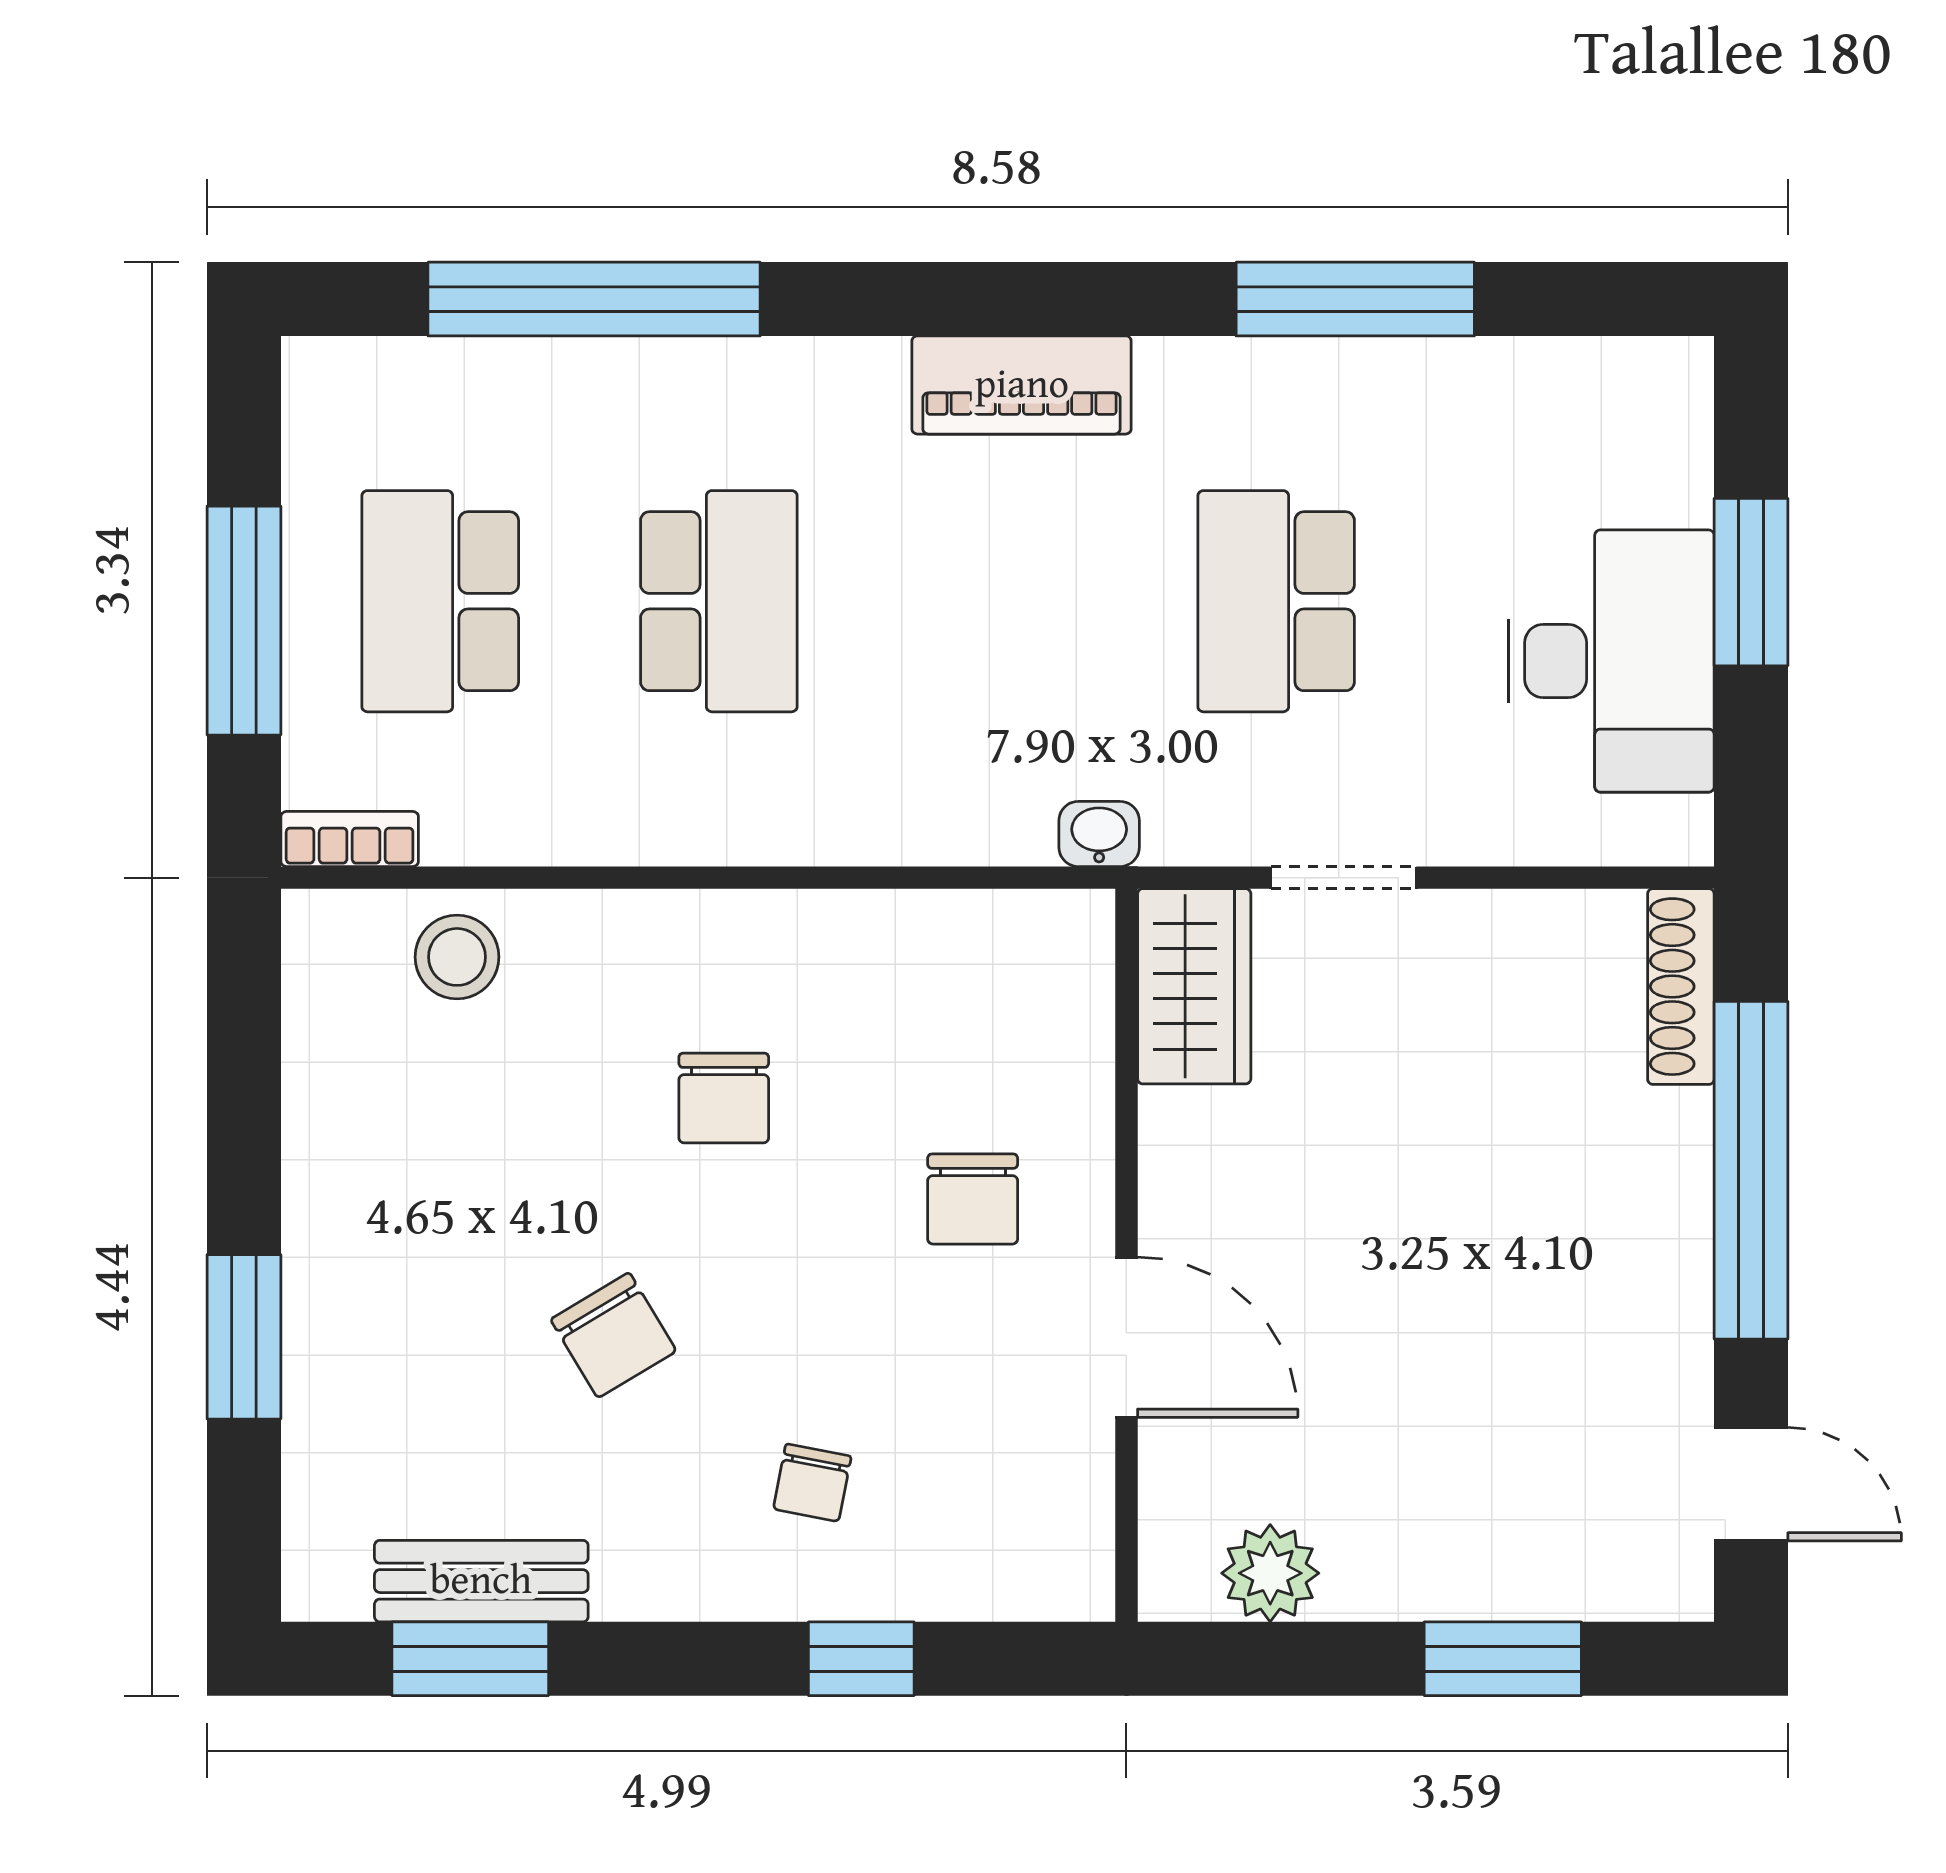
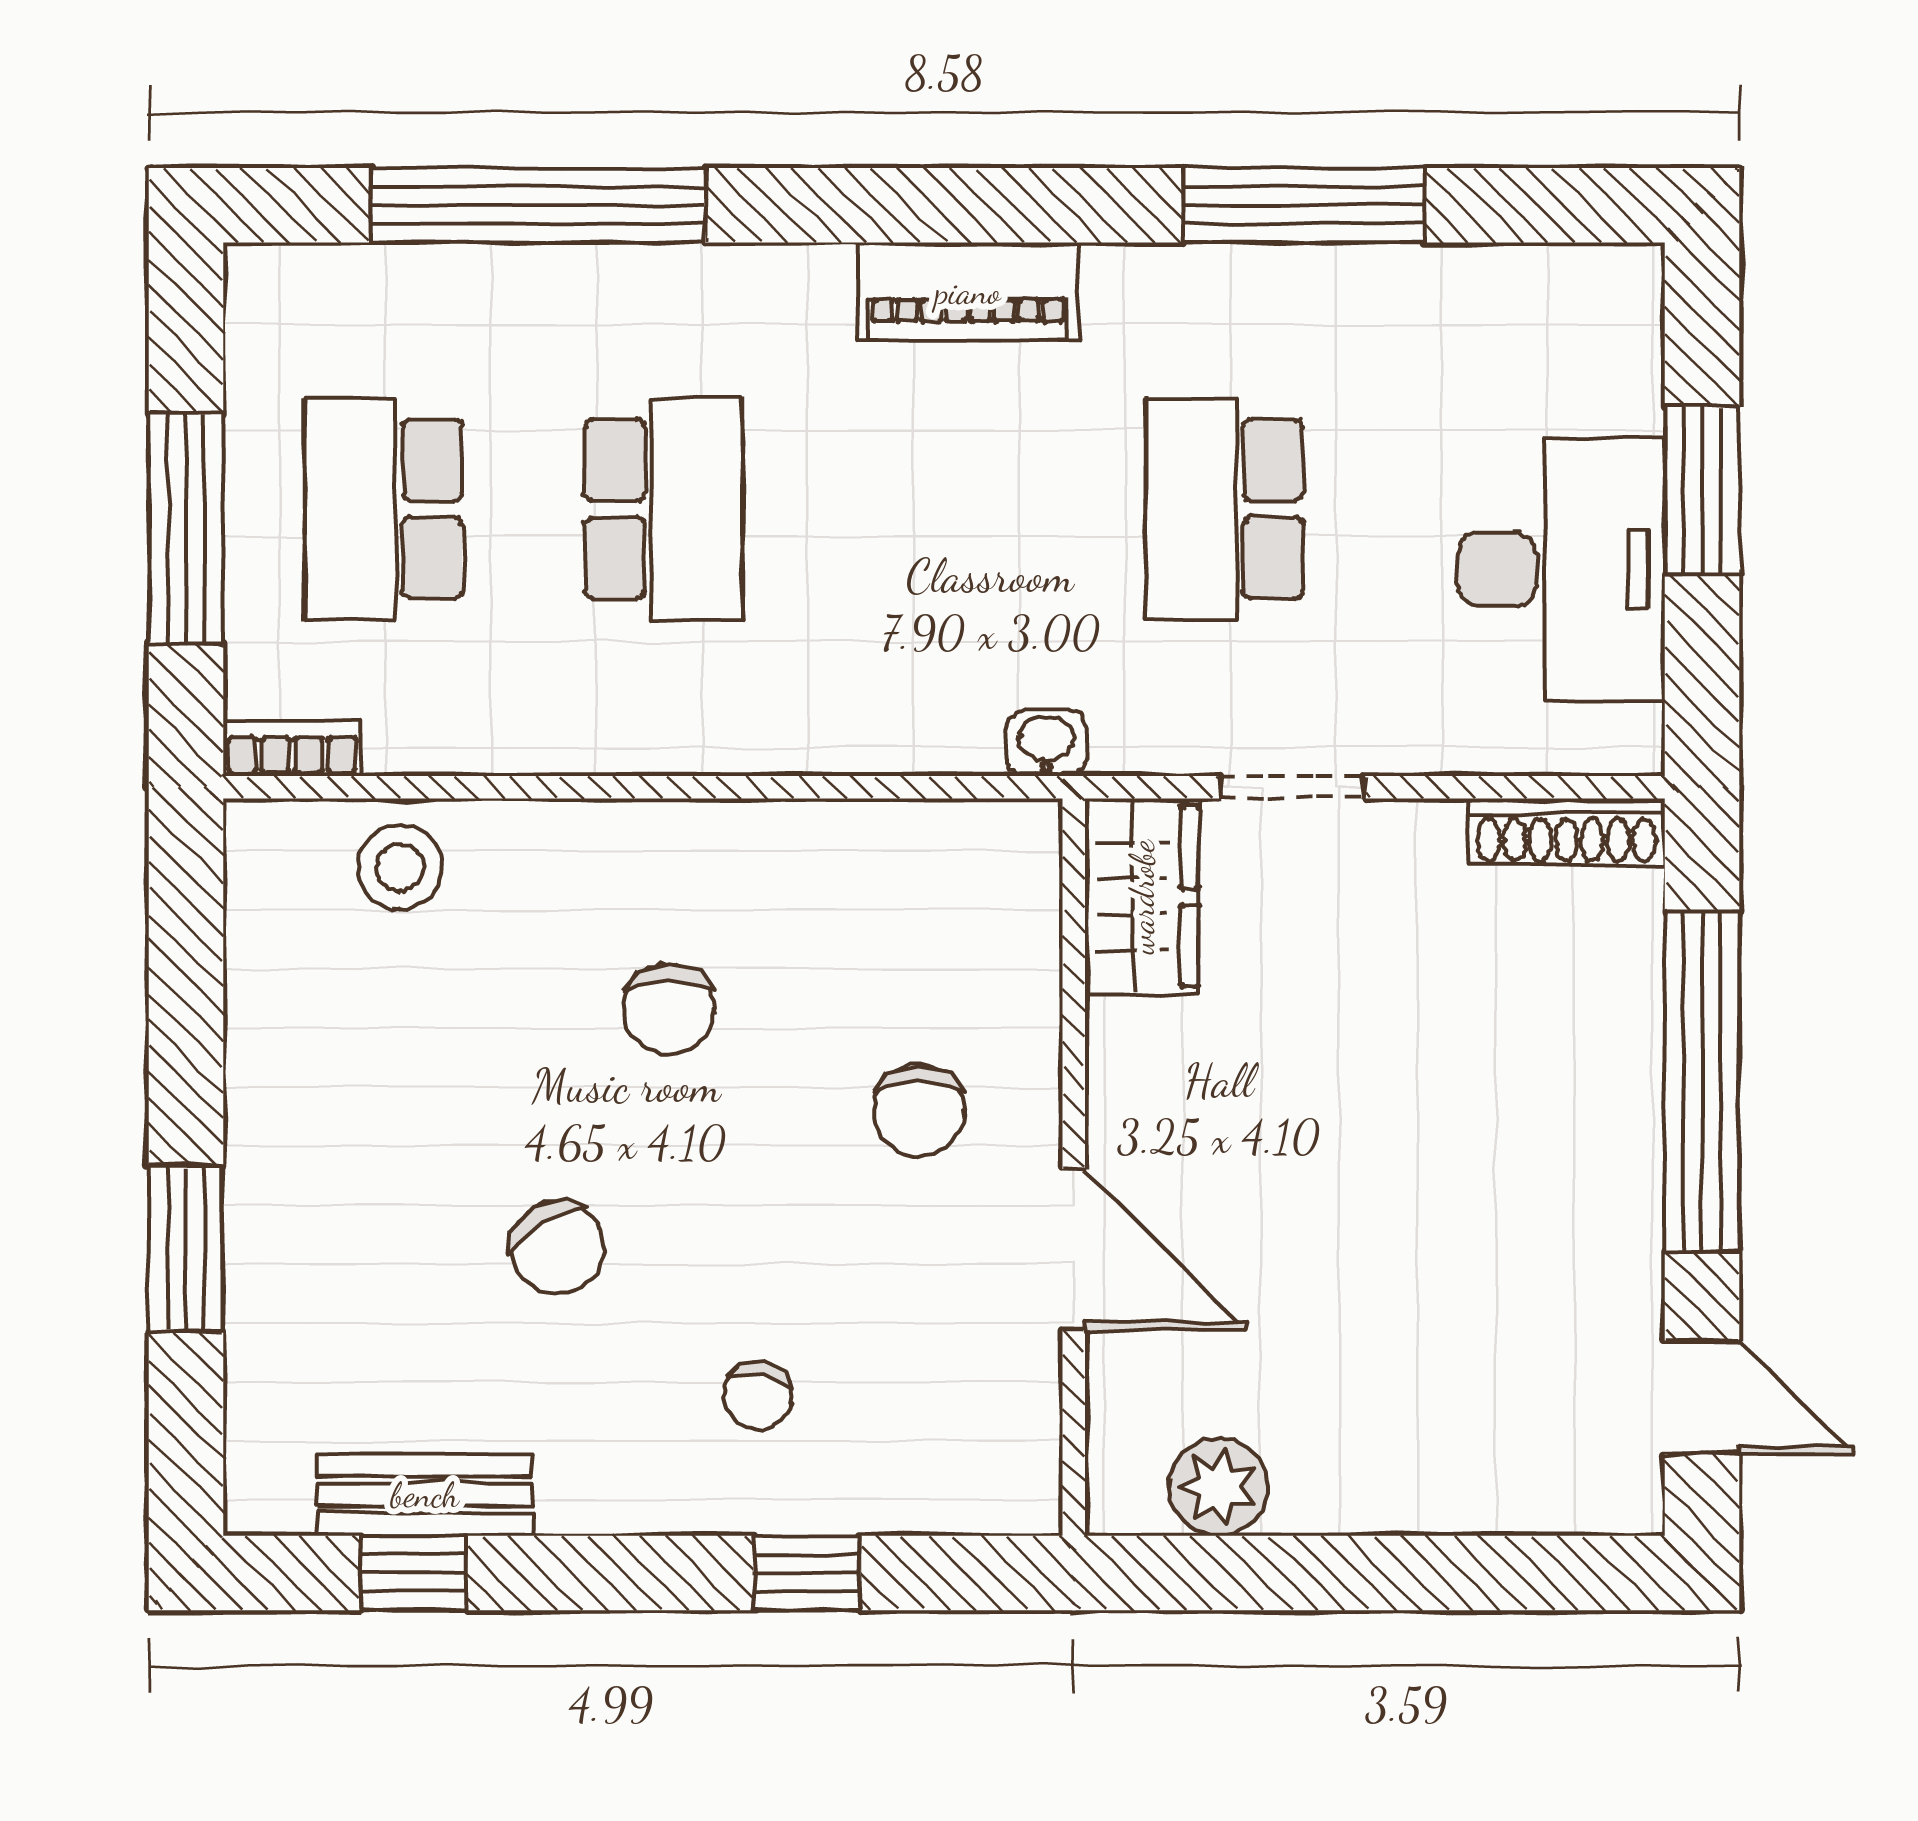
shoe rack: (1681, 987) -> (1566, 832), moved, turned -90
window: (470, 1659) -> (414, 1573), width x0.67
window: (1503, 1659) -> (1452, 1573), removed

